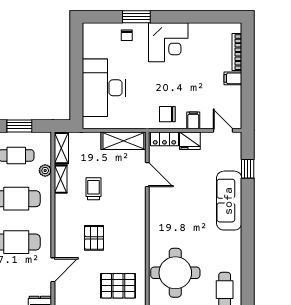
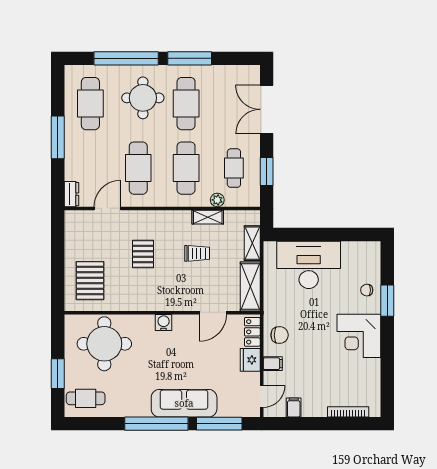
filing cabinet: (233, 78) -> (294, 408), moved
chair: (167, 114) -> (280, 335), turned 90
shelving: (61, 148) -> (252, 243), moved, turned 90
window: (248, 169) -> (219, 424), width x2.17
water cooler: (156, 219) -> (164, 323), added
window: (248, 226) -> (156, 424), added
pallet: (94, 238) -> (143, 254), turned 90
door: (53, 270) -> (108, 208), swing flipped

